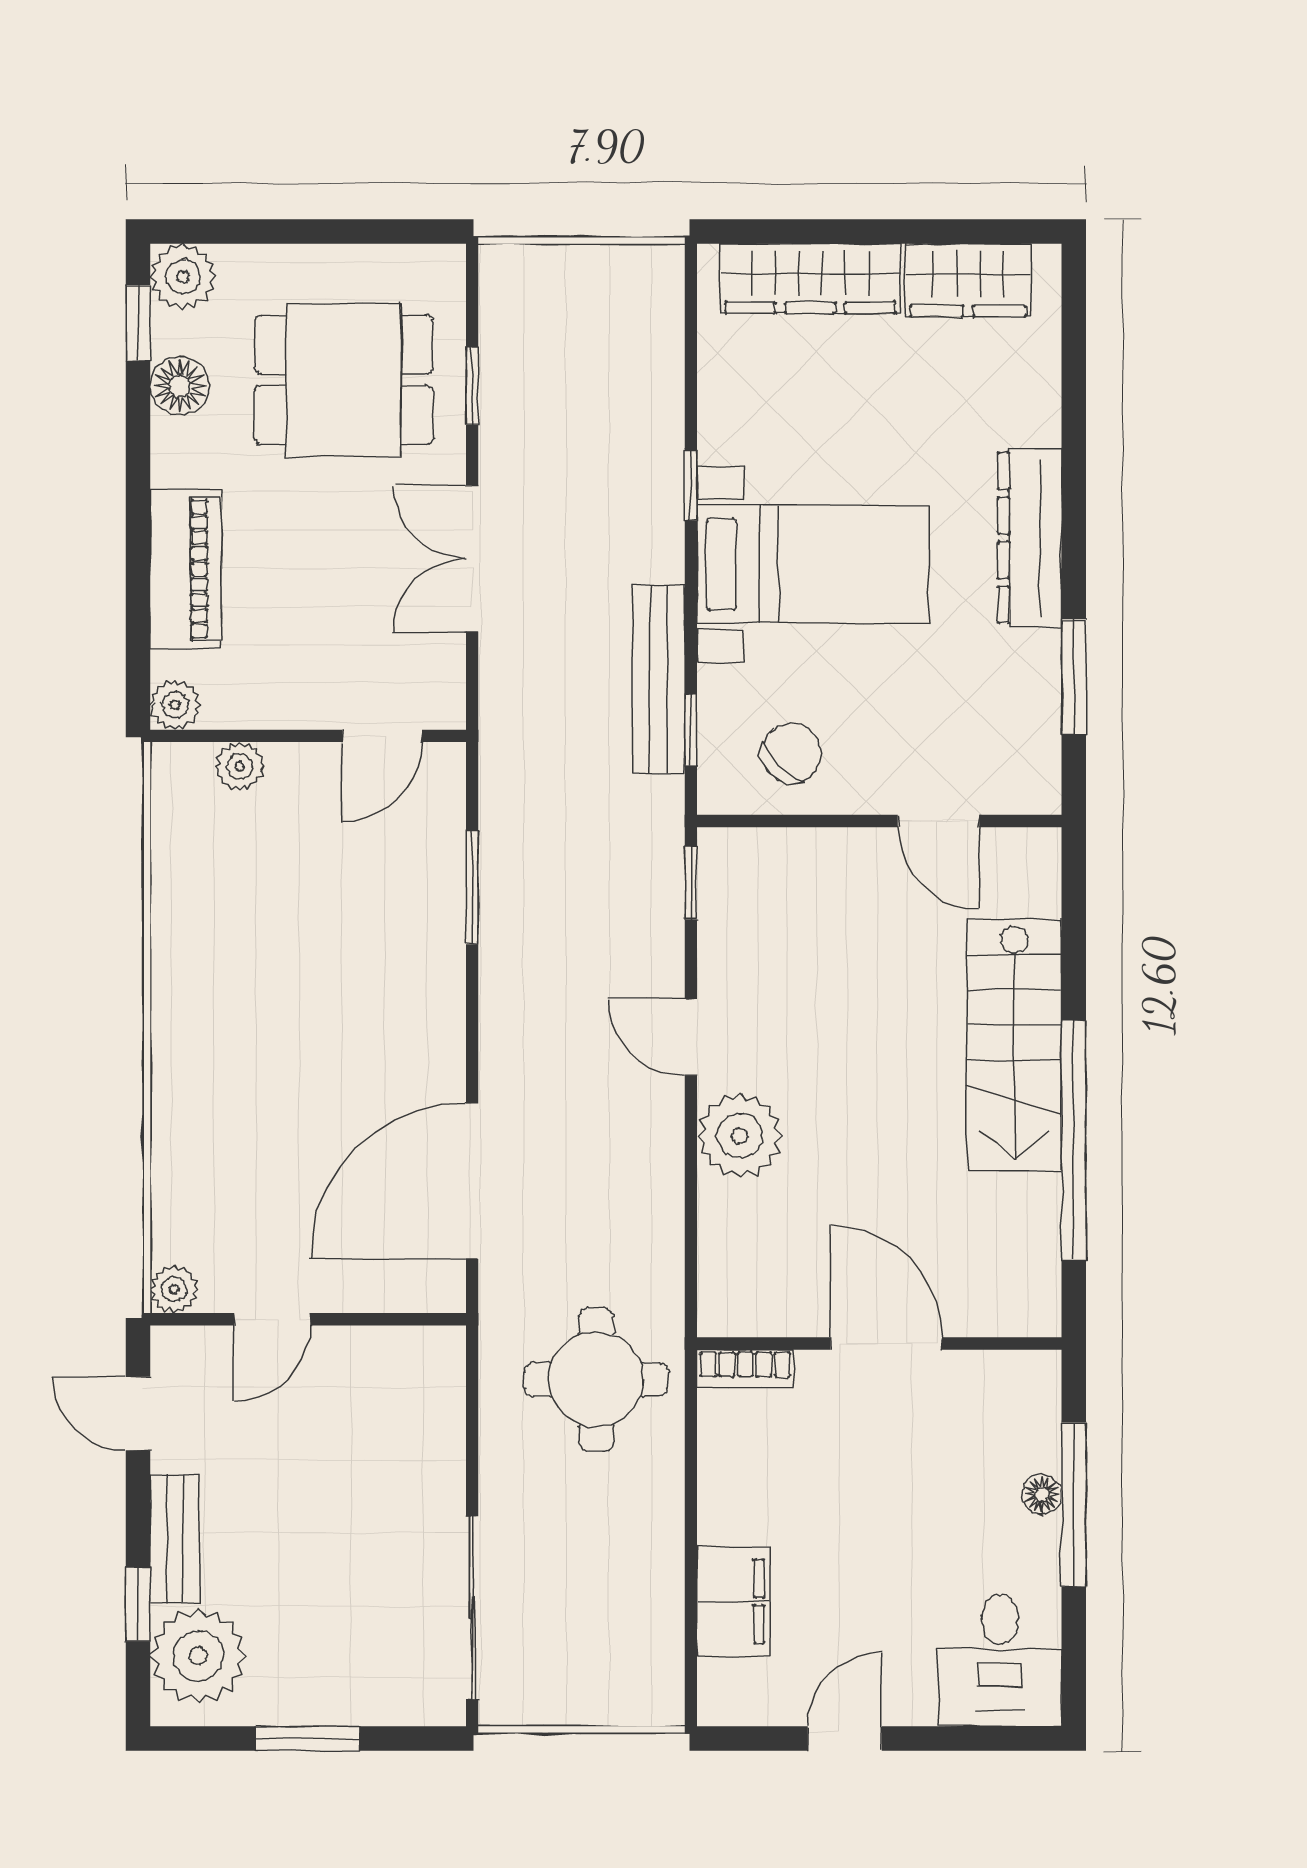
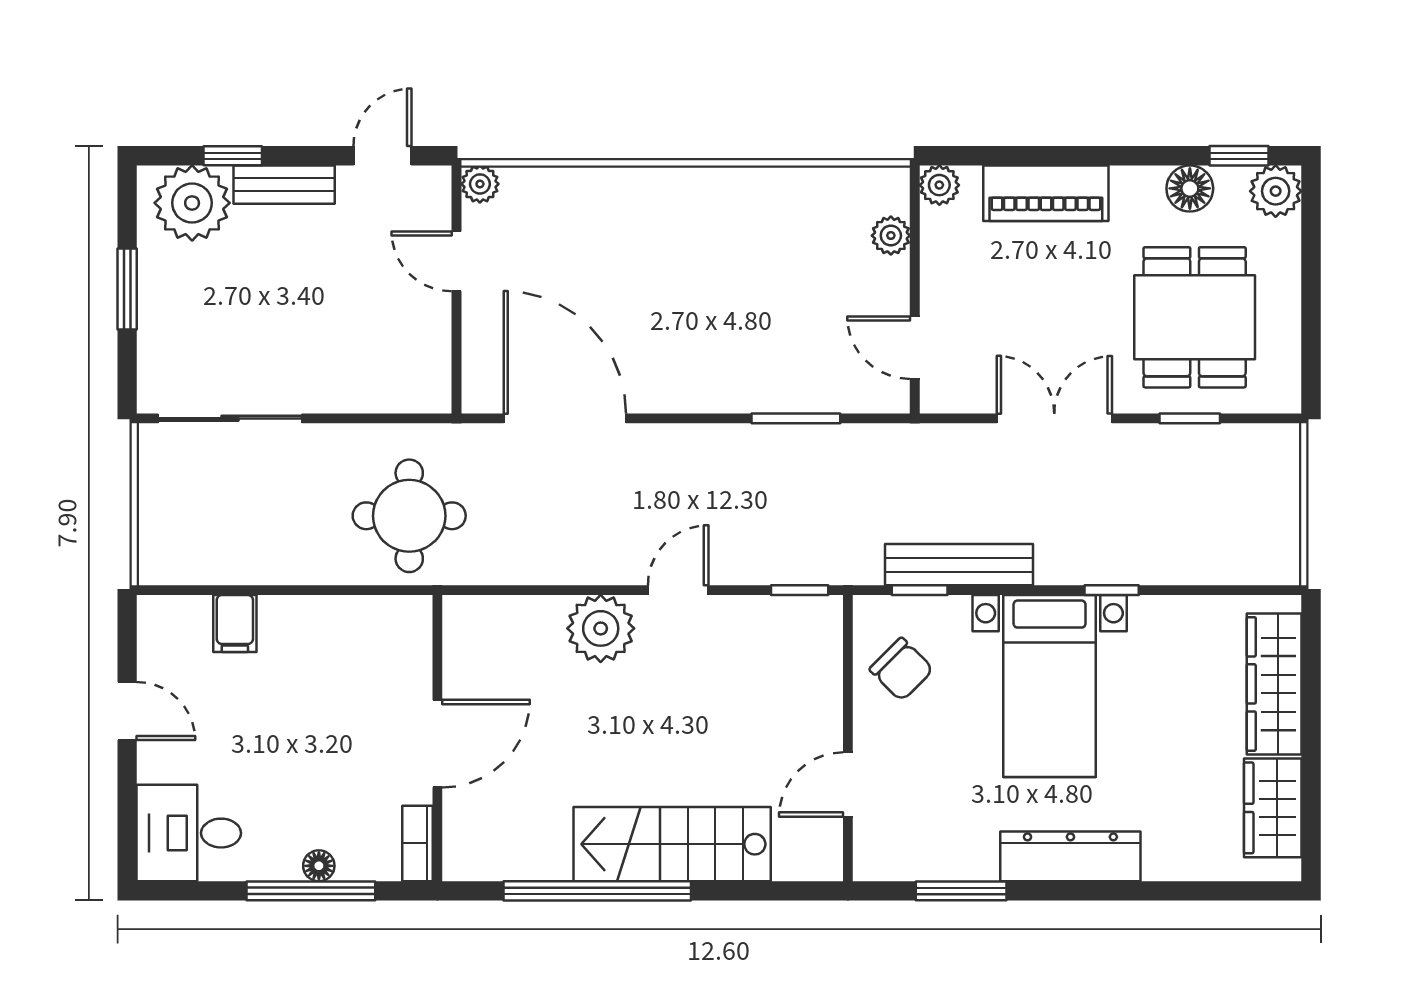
bookcase: (745, 1369) -> (417, 843), moved
filing cabinet: (733, 1601) -> (235, 624), width x0.50

